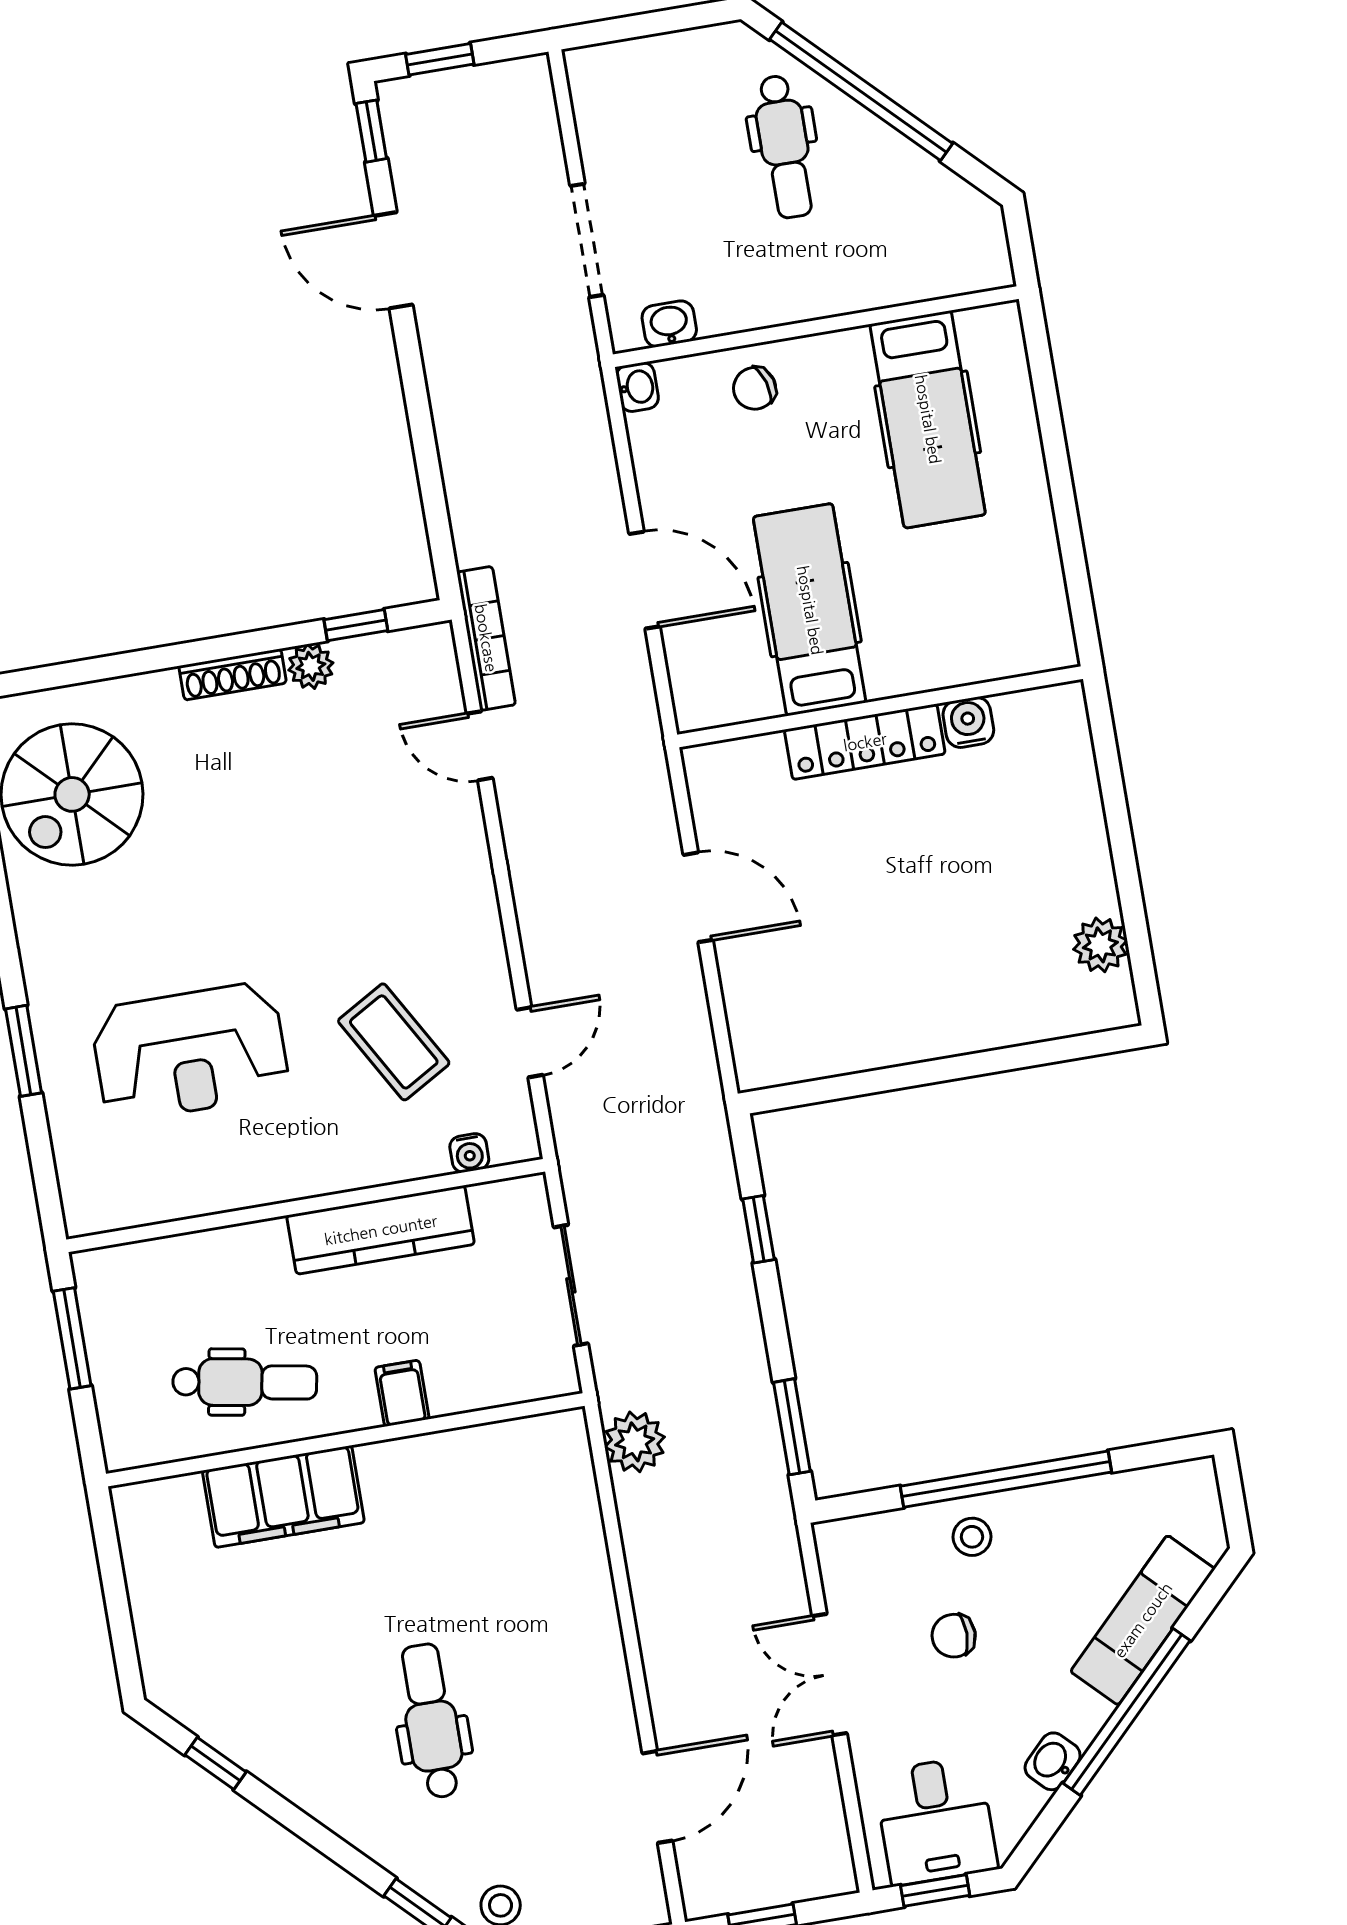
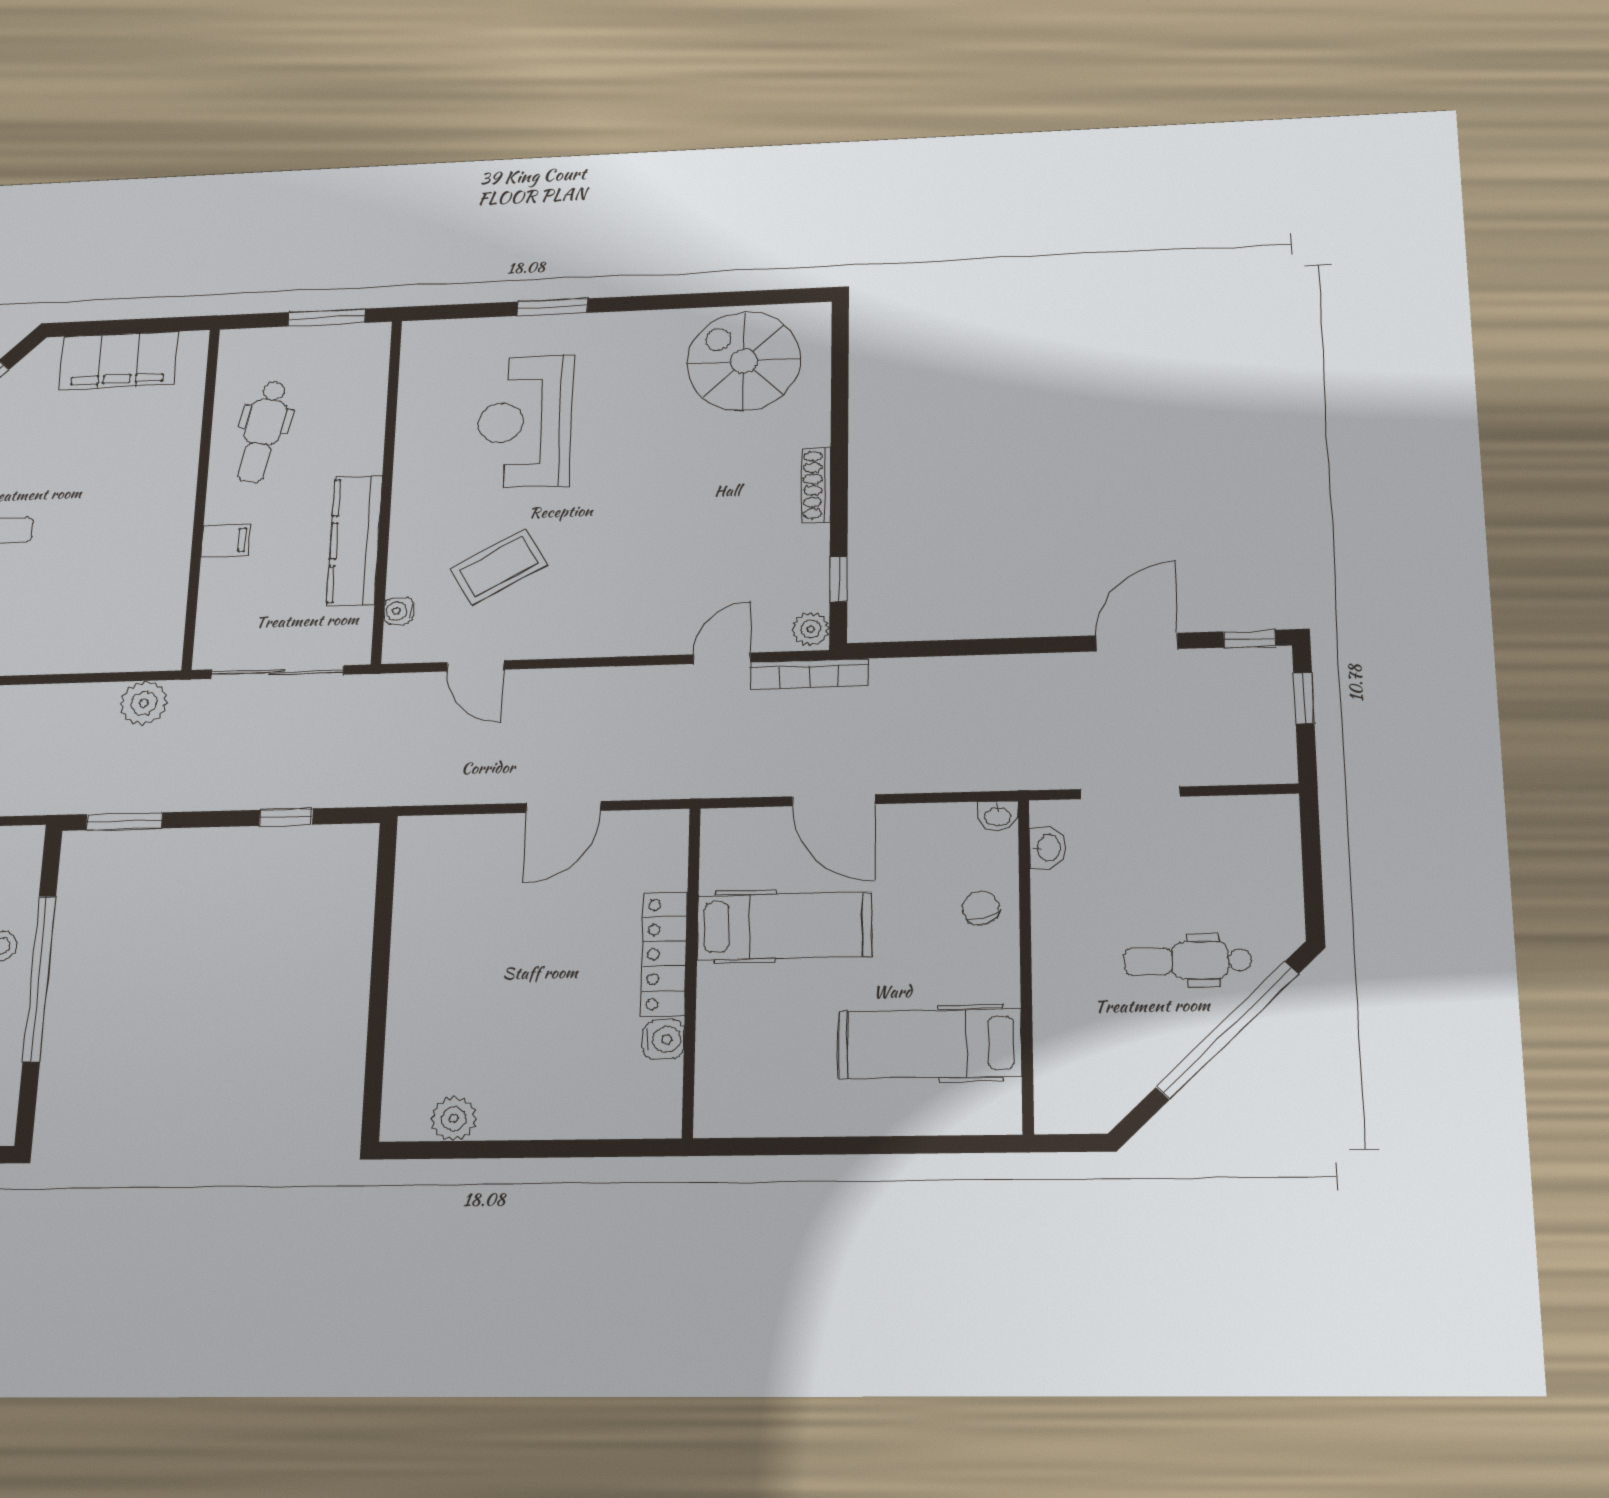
door: (644, 580) -> (834, 800), hinge flipped
plant: (311, 666) -> (811, 629), moved
sliding door: (571, 1285) -> (277, 672), width x1.37
filing cabinet: (283, 1497) -> (119, 360), moved, turned -90

